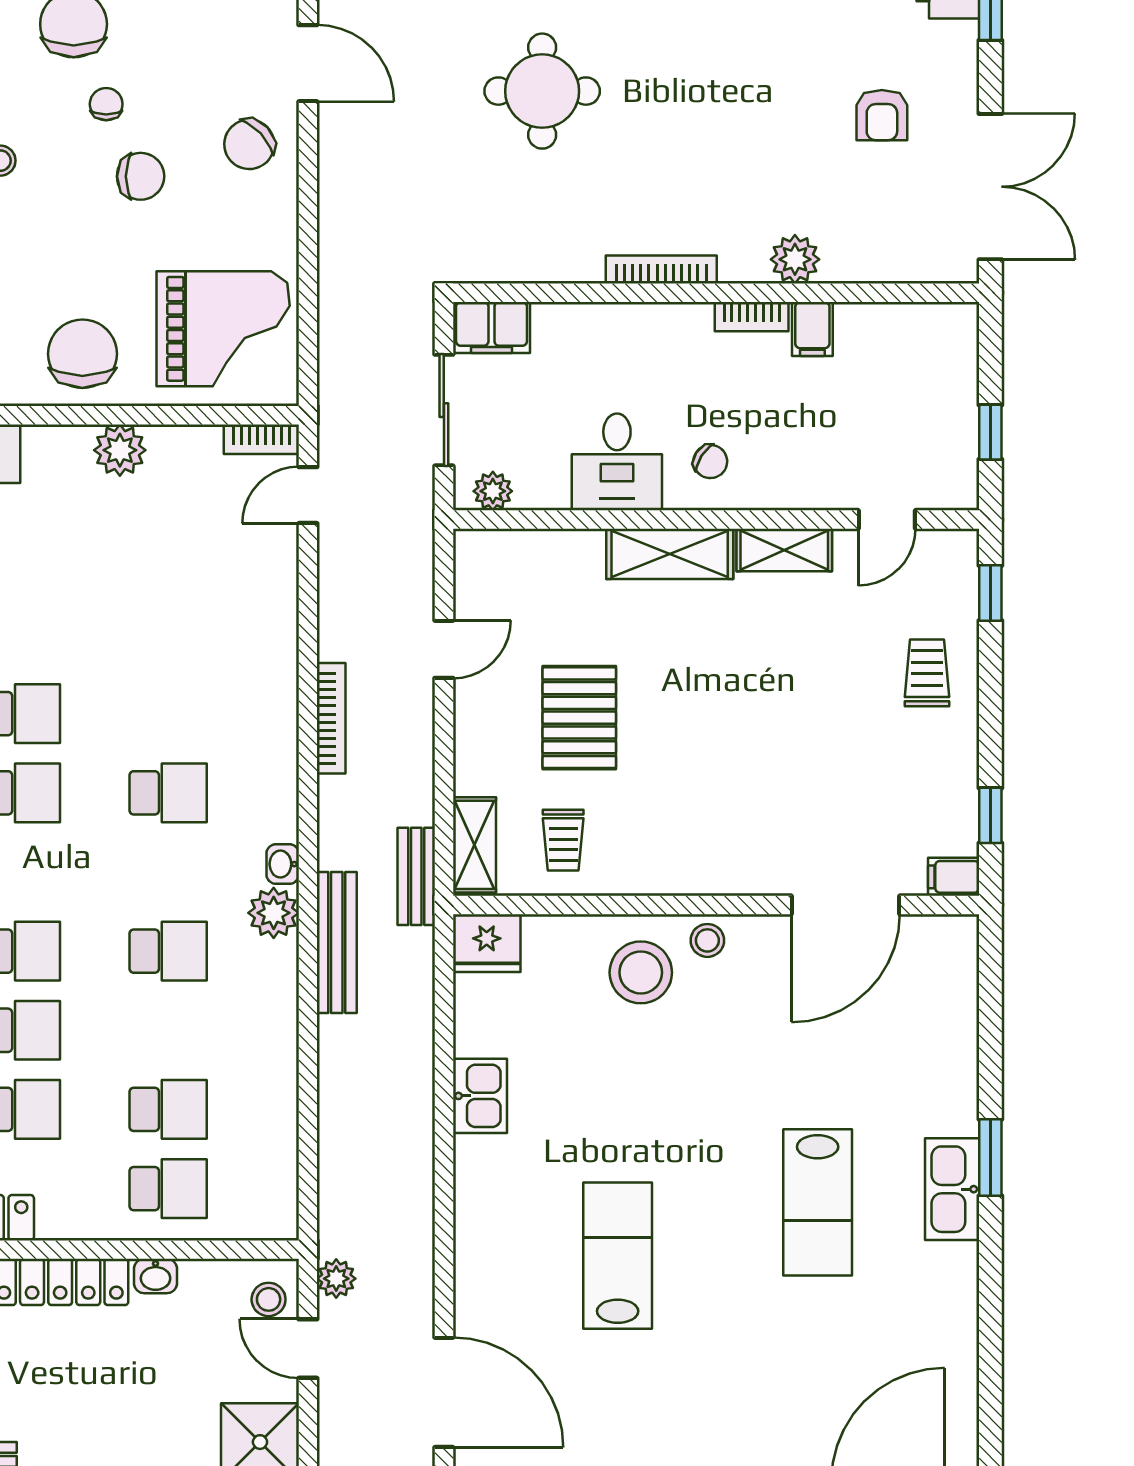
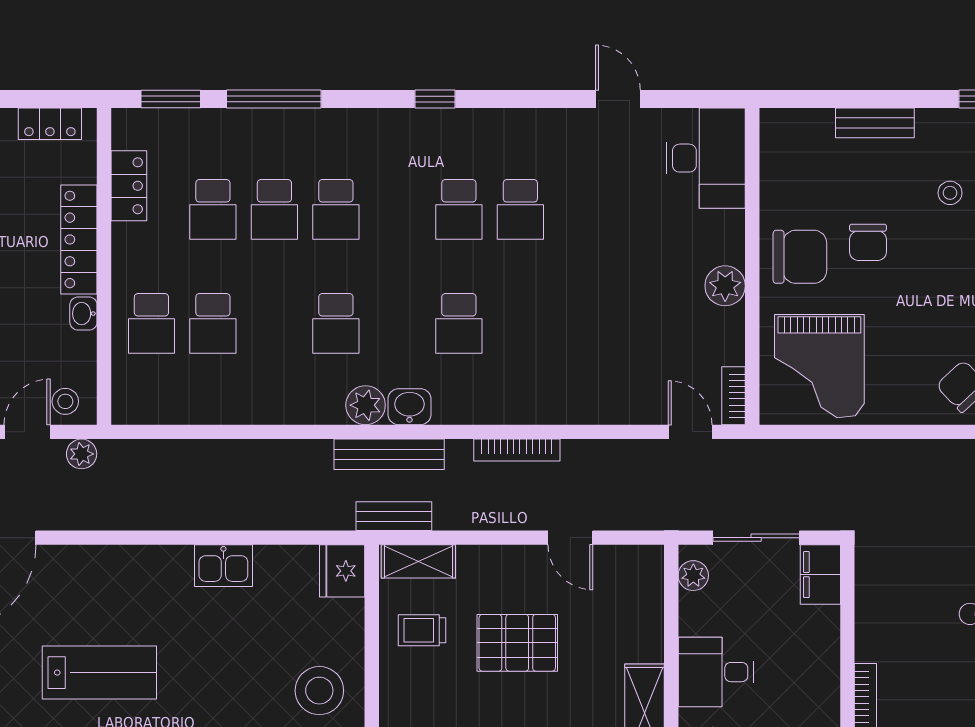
chair: (141, 176) -> (868, 242), moved
washbasin: (283, 864) -> (409, 407), width x1.38, depth x1.45
bench: (337, 942) -> (389, 454), moved

